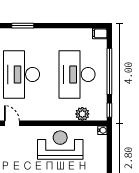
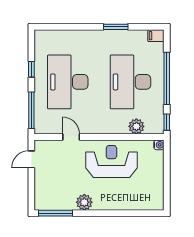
window: (23, 26) -> (116, 27), moved
door: (12, 123) -> (71, 137), moved

